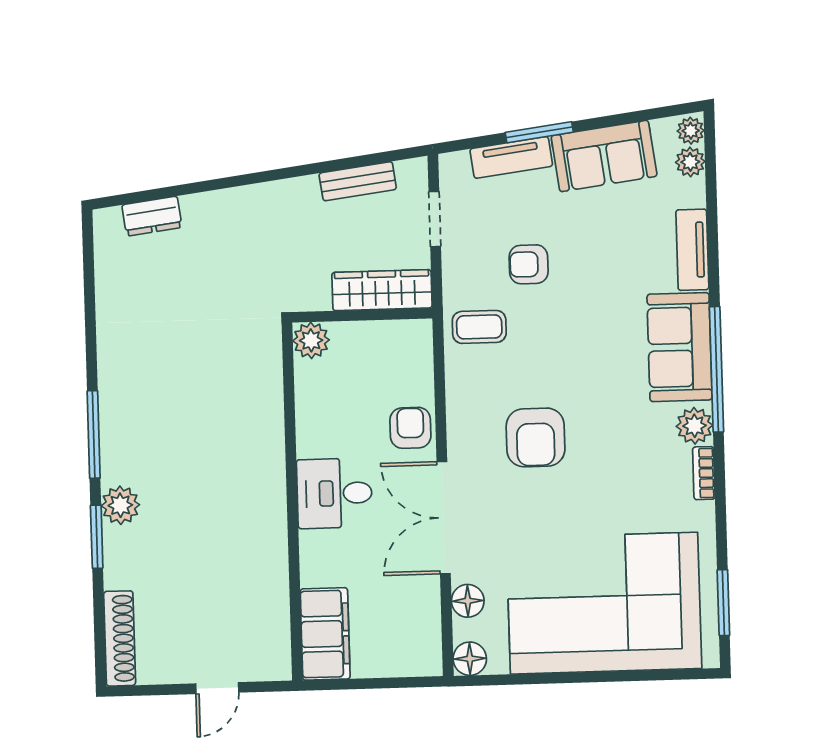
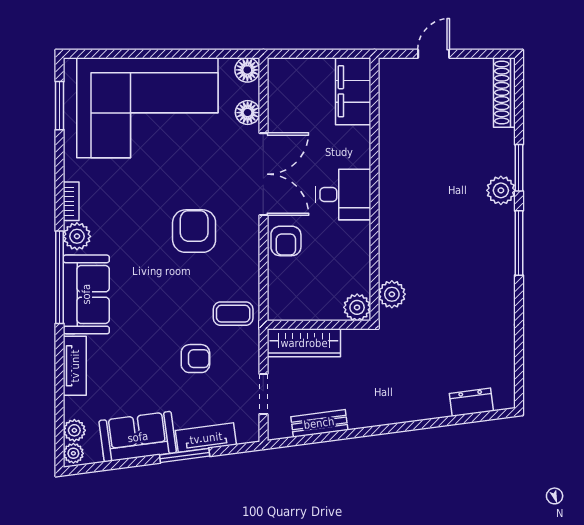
plant: (264, 360) -> (392, 294), added

